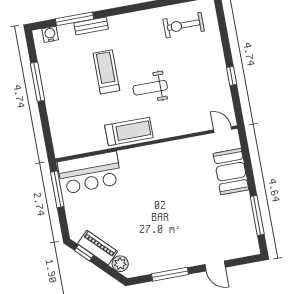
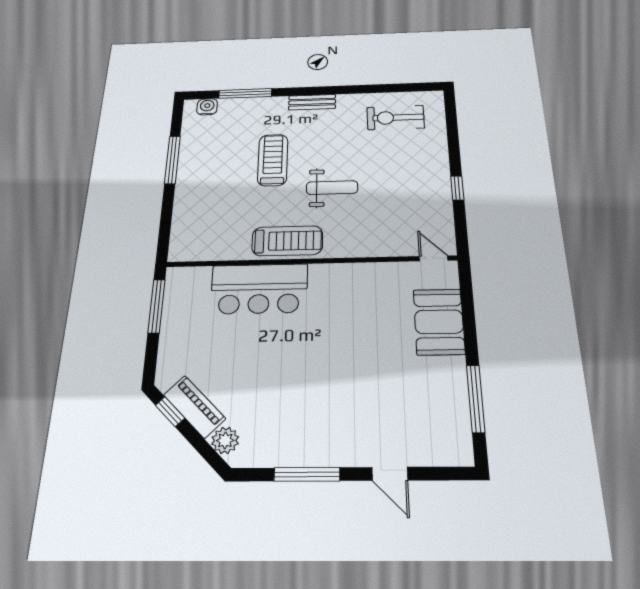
bench: (91, 26) -> (312, 102), moved
weight bench: (150, 88) -> (332, 188), turned 180
bar counter: (90, 173) -> (259, 289), moved

